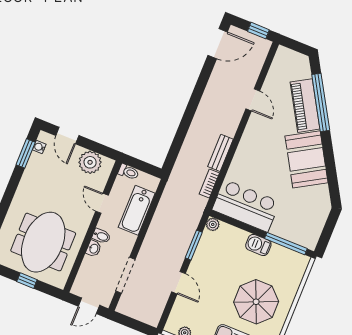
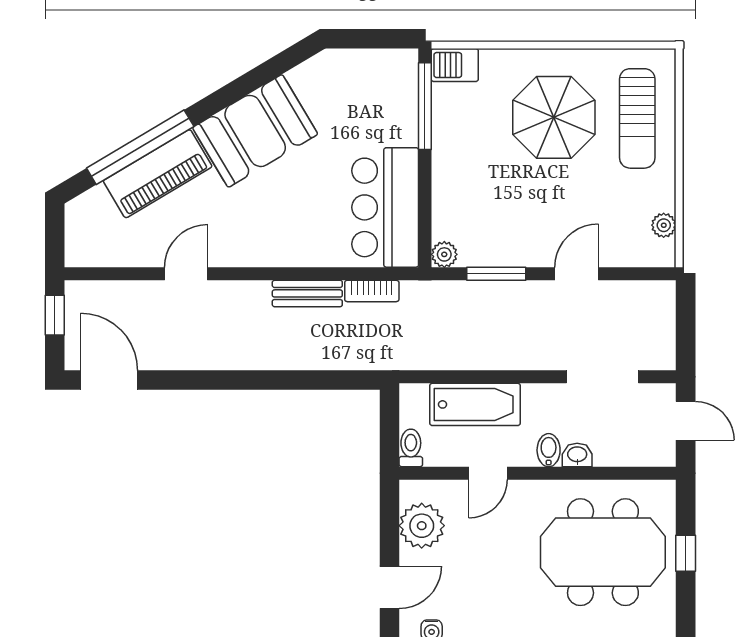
barbecue: (258, 245) -> (455, 65), moved, turned 90

